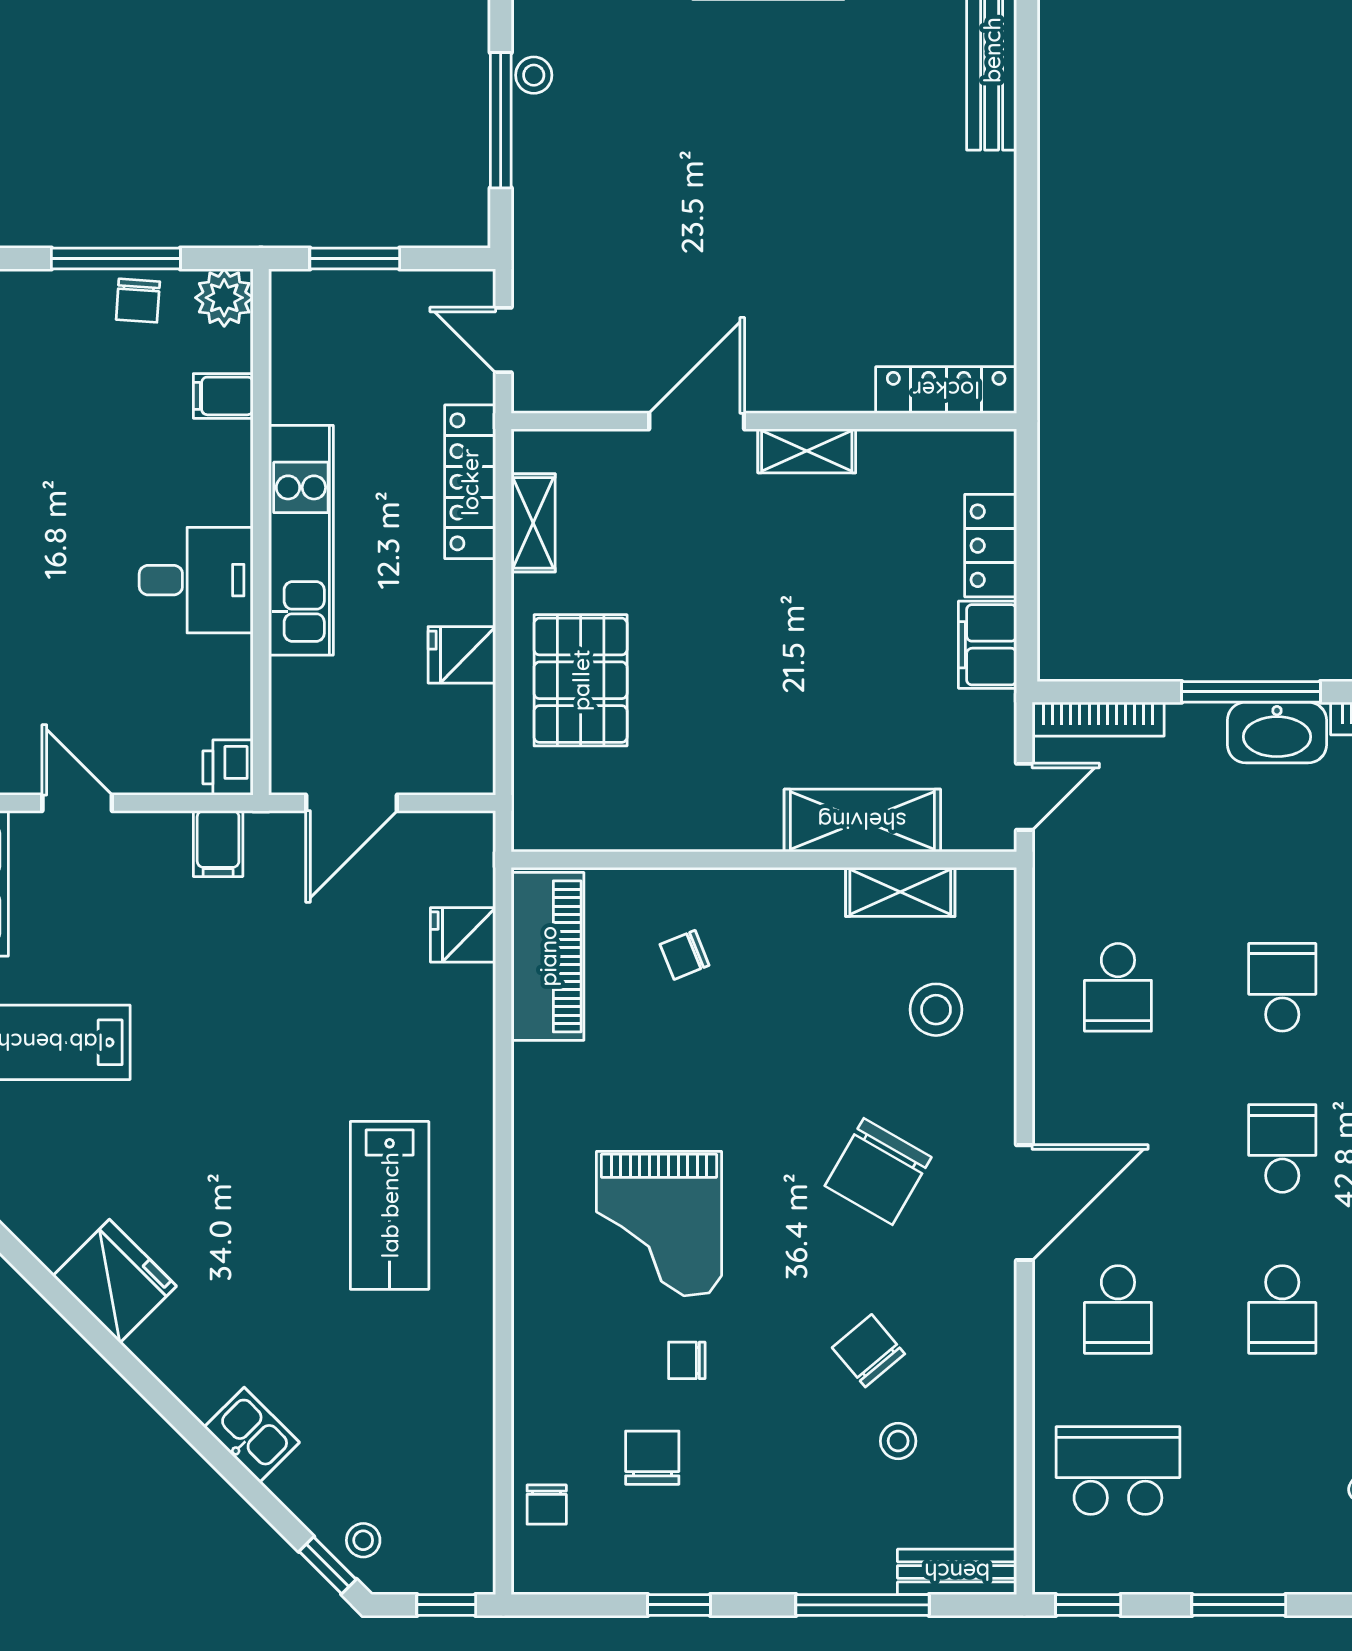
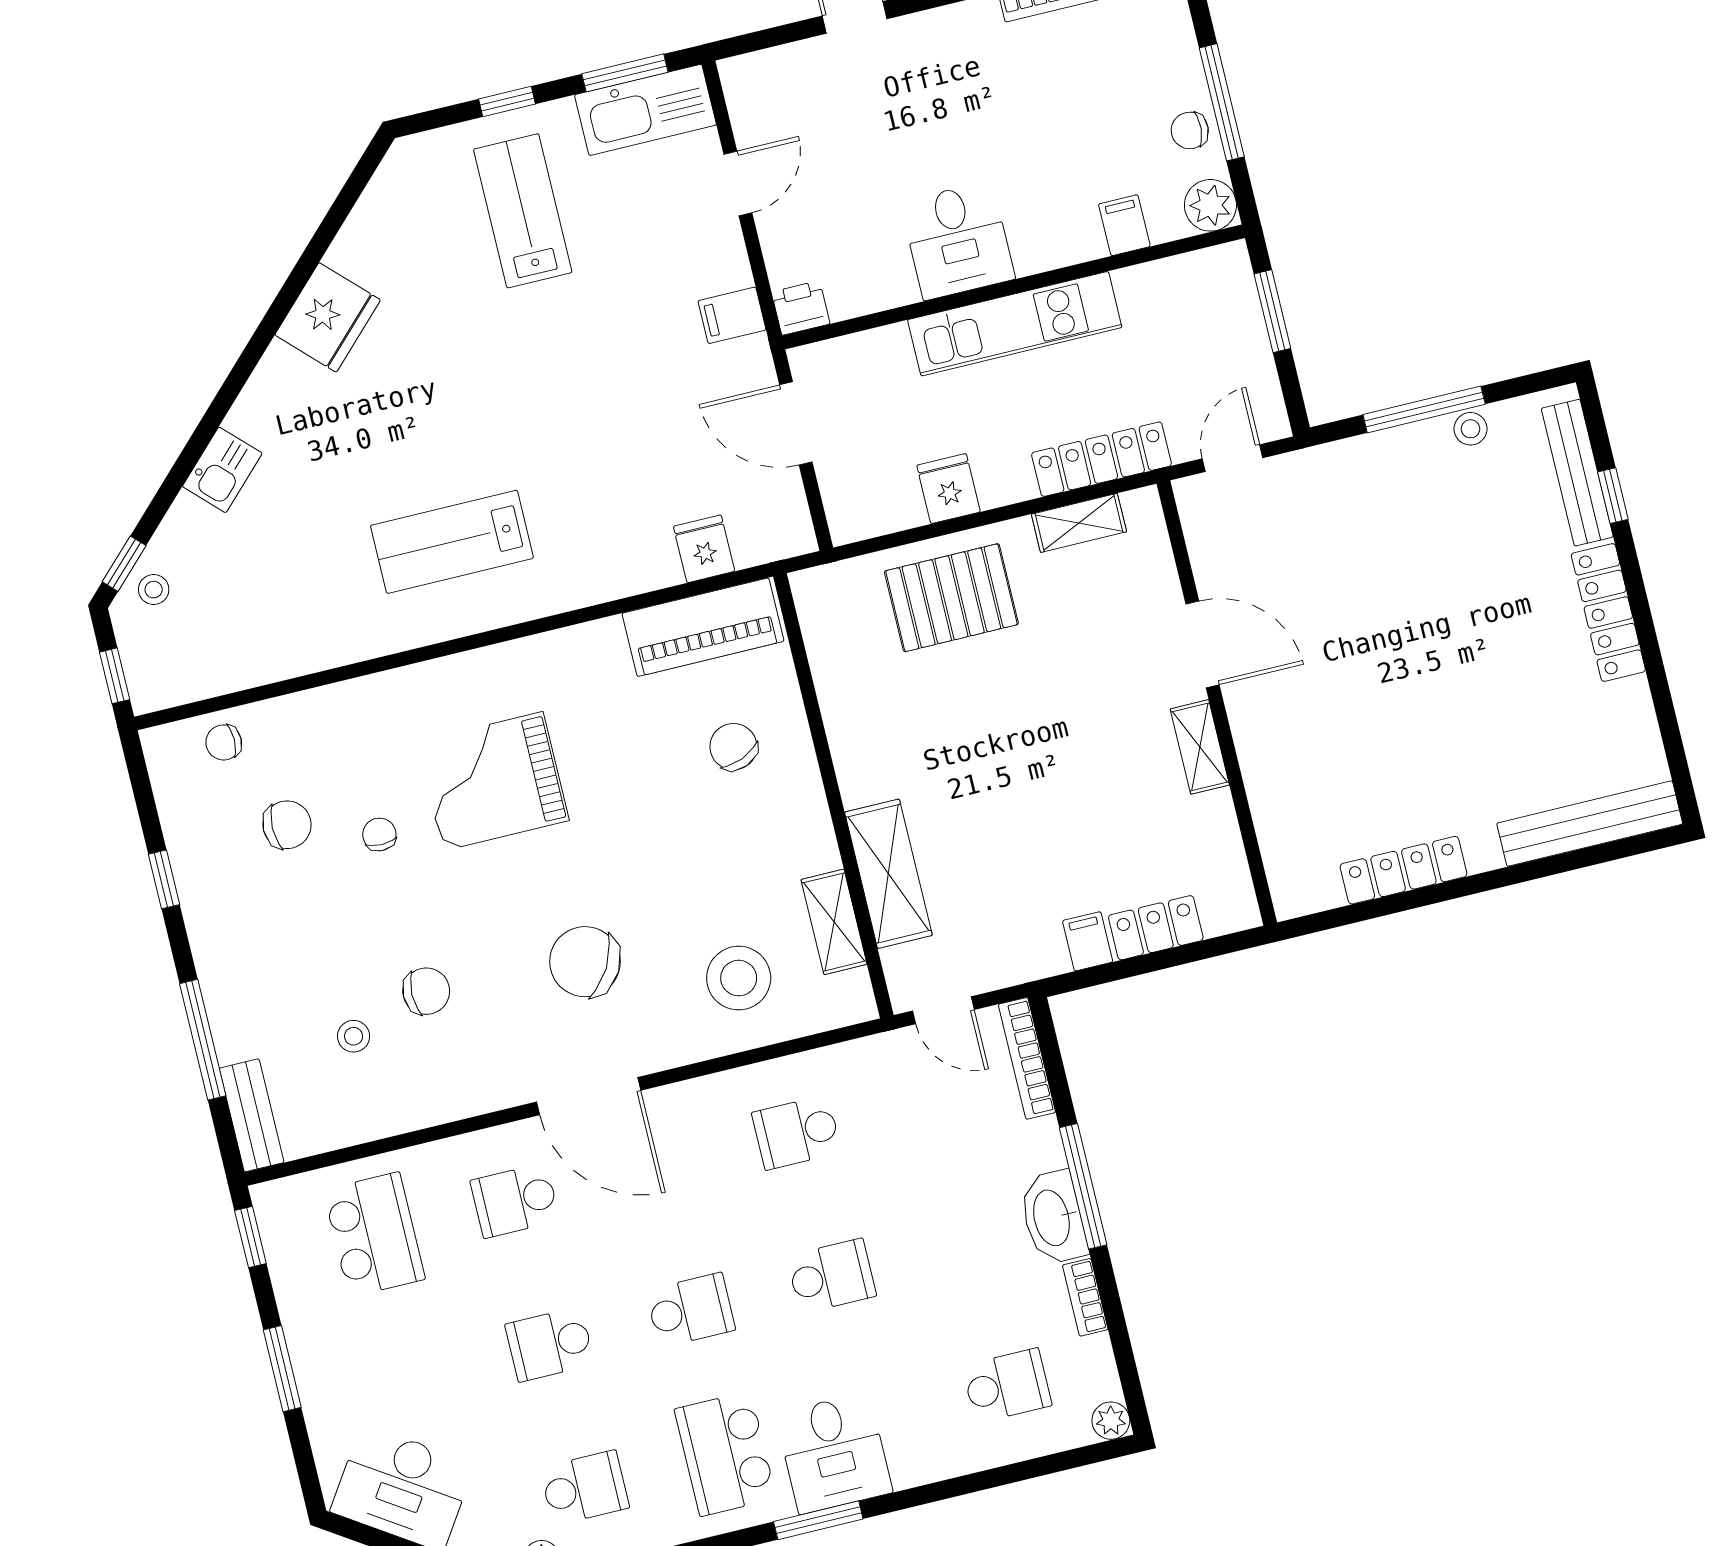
locker: (946, 390) -> (1404, 870), moved, turned -90
filing cabinet: (987, 645) -> (1088, 941), width x0.50
chair: (685, 955) -> (733, 747), width x1.37, depth x1.37
stool: (936, 1010) -> (739, 978), width x1.38, depth x1.38
chair: (868, 1351) -> (426, 991), turned 40

